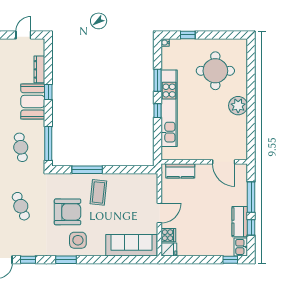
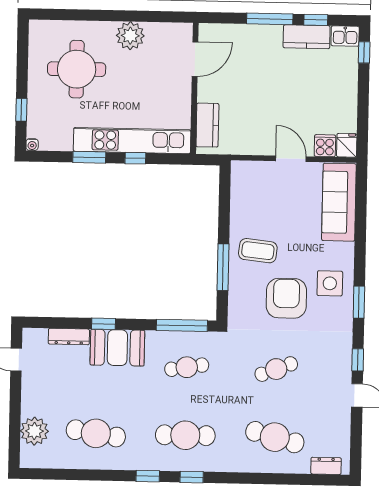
wall: (204, 162) -> (194, 88), moved
door: (224, 162) -> (195, 59), moved
kitchen counter: (180, 171) -> (207, 125), moved

